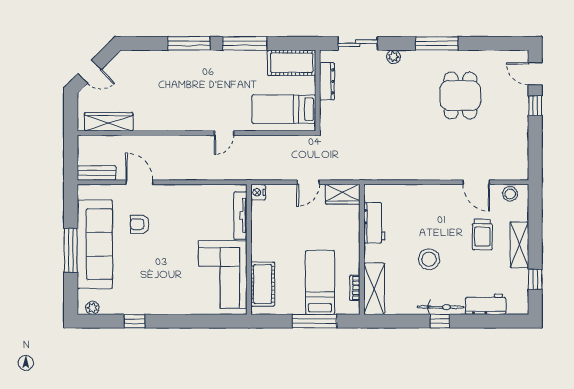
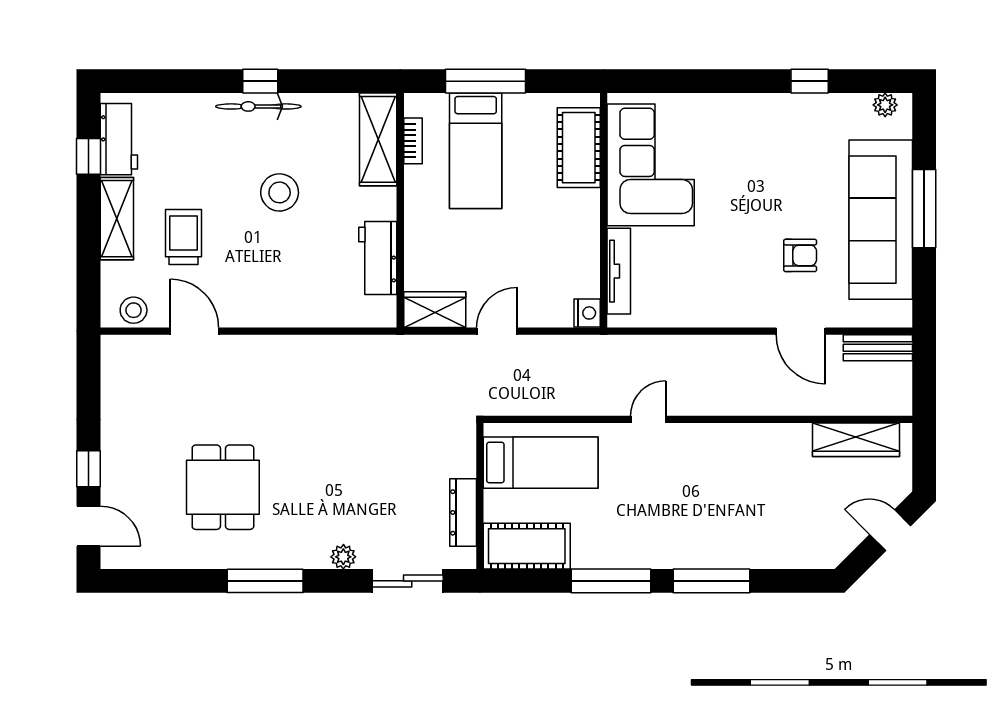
workbench: (486, 304) -> (119, 139), moved, turned -90

